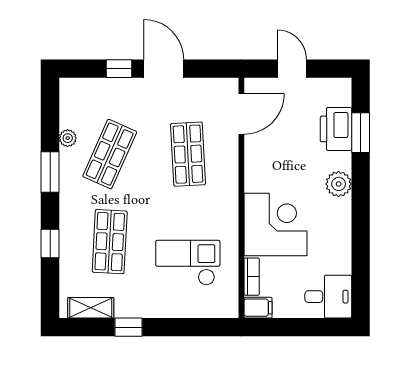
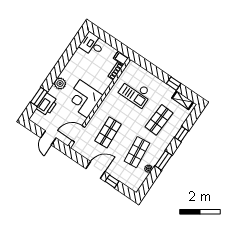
door: (164, 69) -> (95, 170), swing flipped
shop shelf: (110, 154) -> (137, 152), turned -30
corner desk: (276, 225) -> (84, 99), moved

